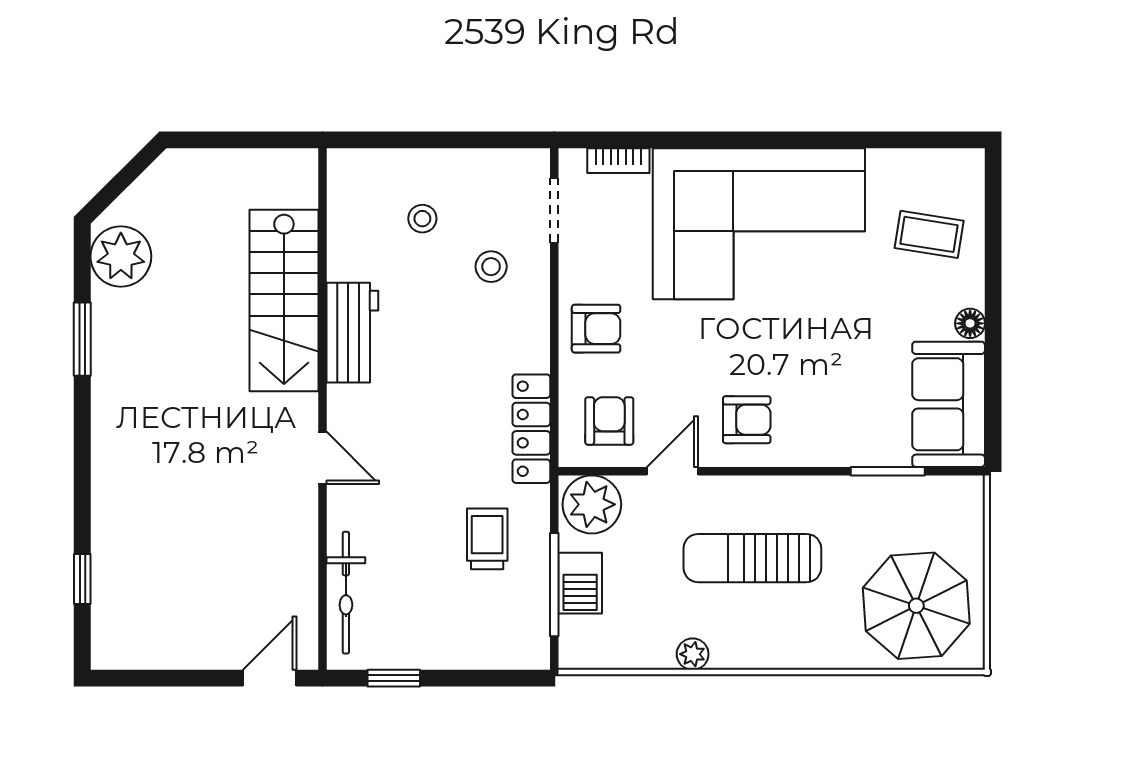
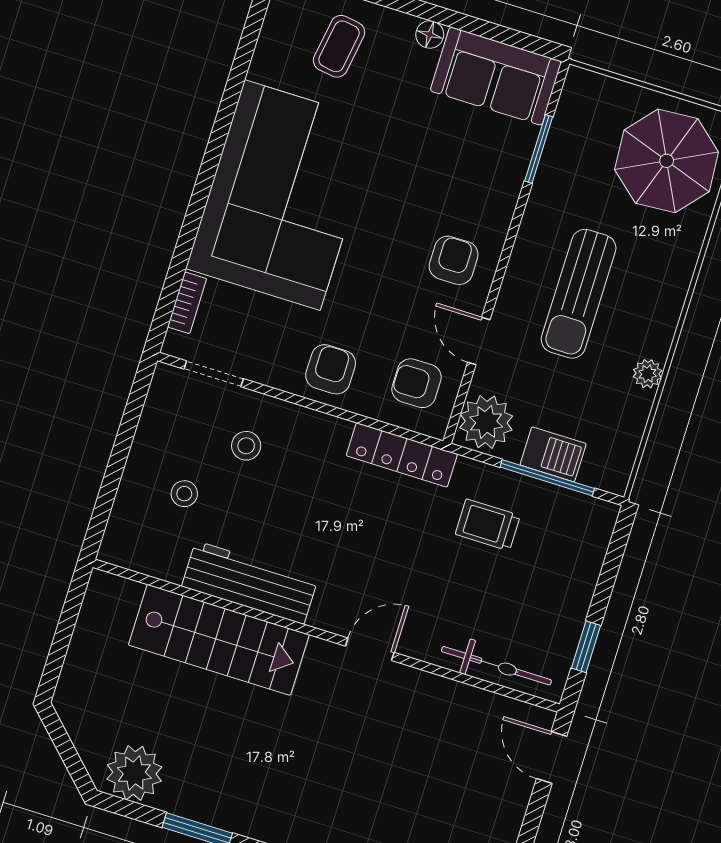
workbench: (352, 333) -> (250, 583), width x1.37

